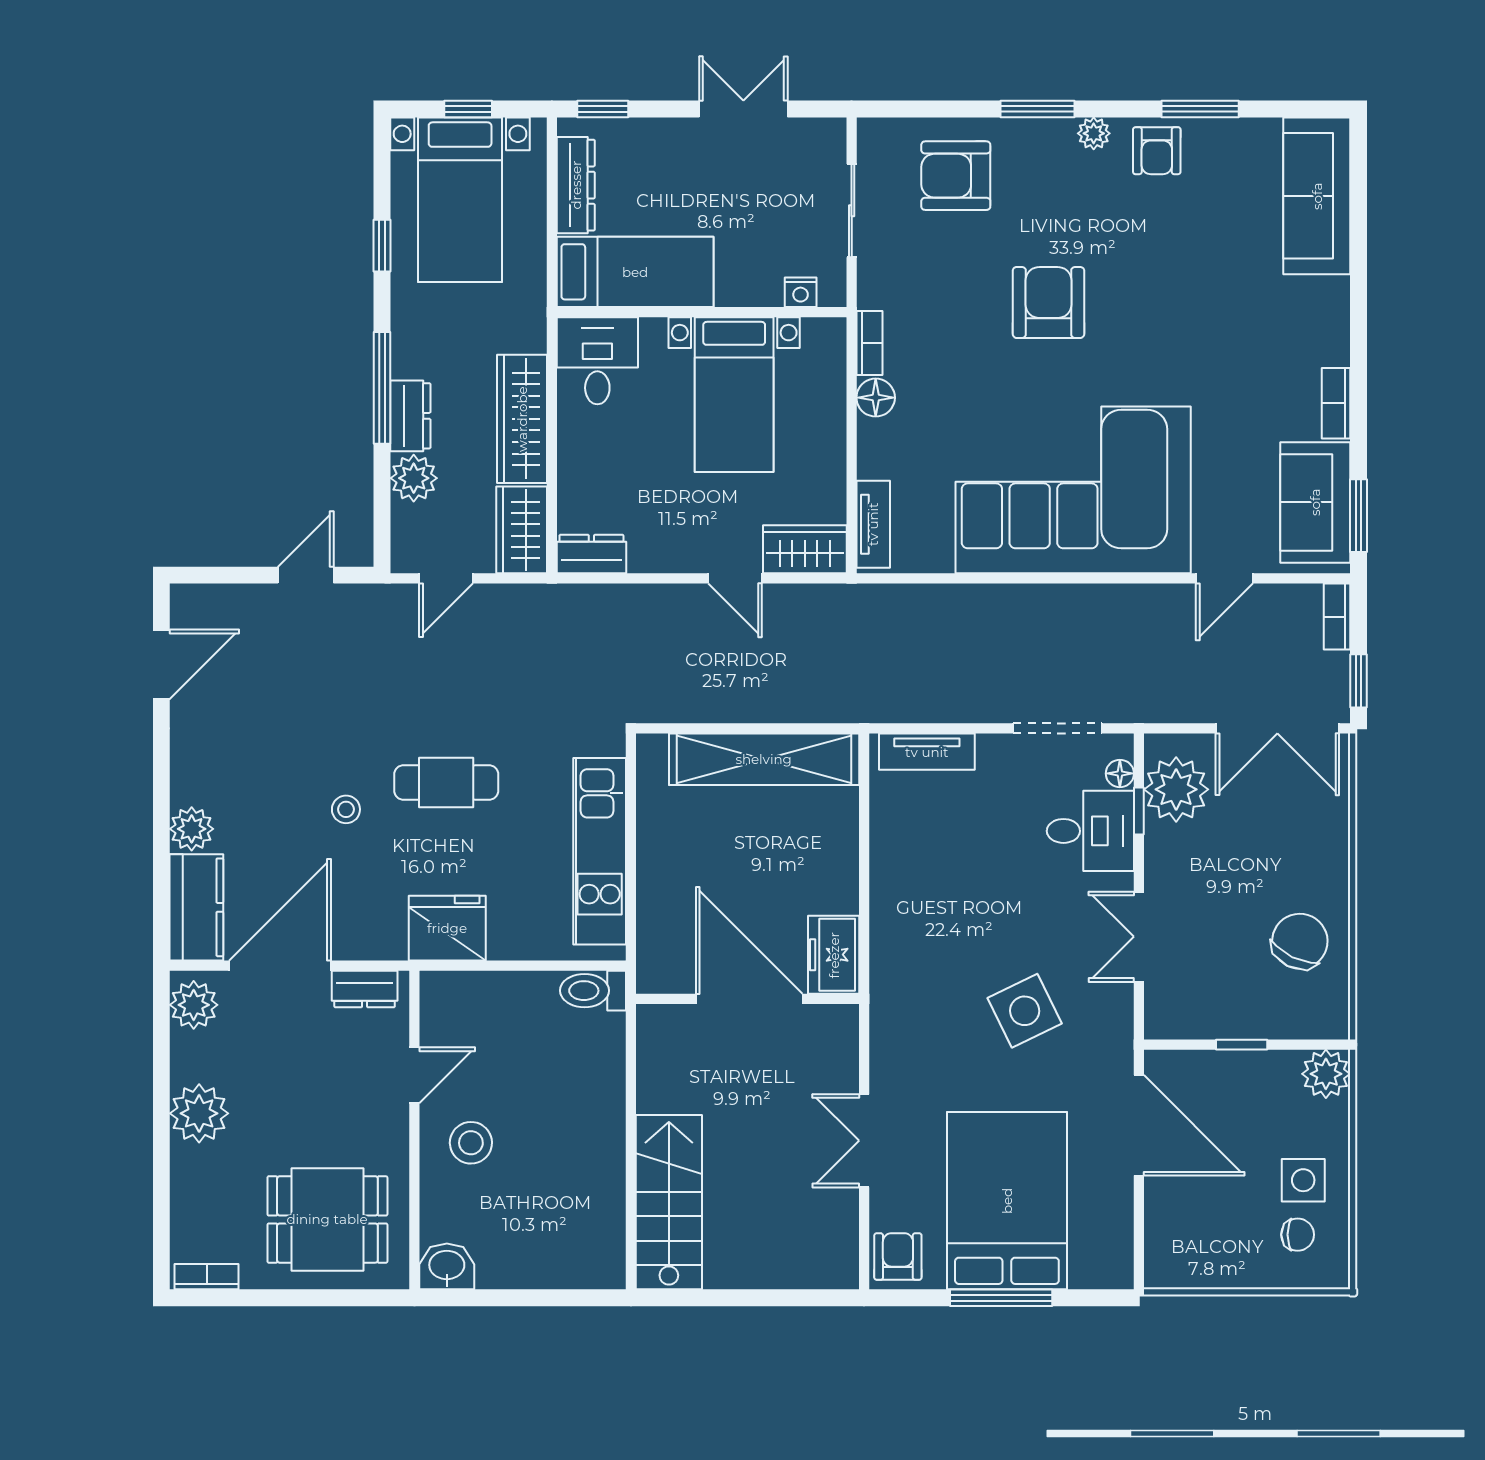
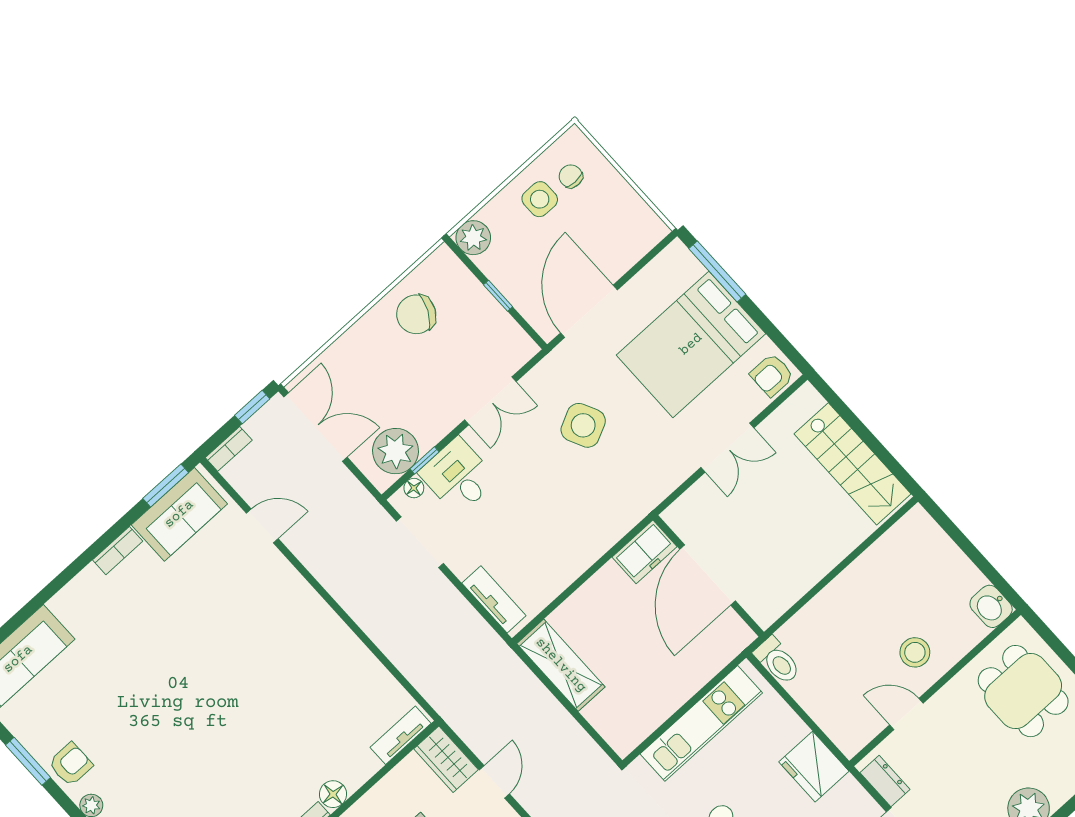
armchair: (1048, 302) -> (201, 749), removed
corner sofa: (1073, 490) -> (288, 647), removed
shelving: (764, 759) -> (561, 665), width x0.68
stairs: (669, 1202) -> (853, 464), moved, turned -90
window: (1001, 1298) -> (717, 271), moved

